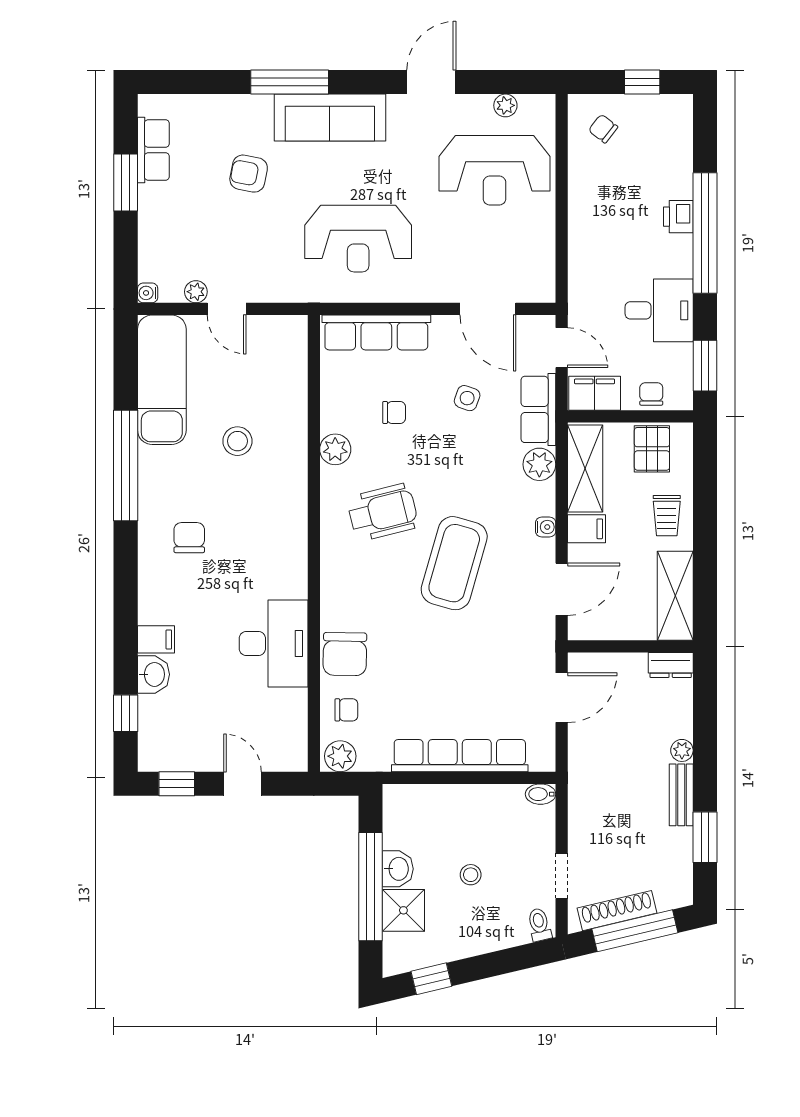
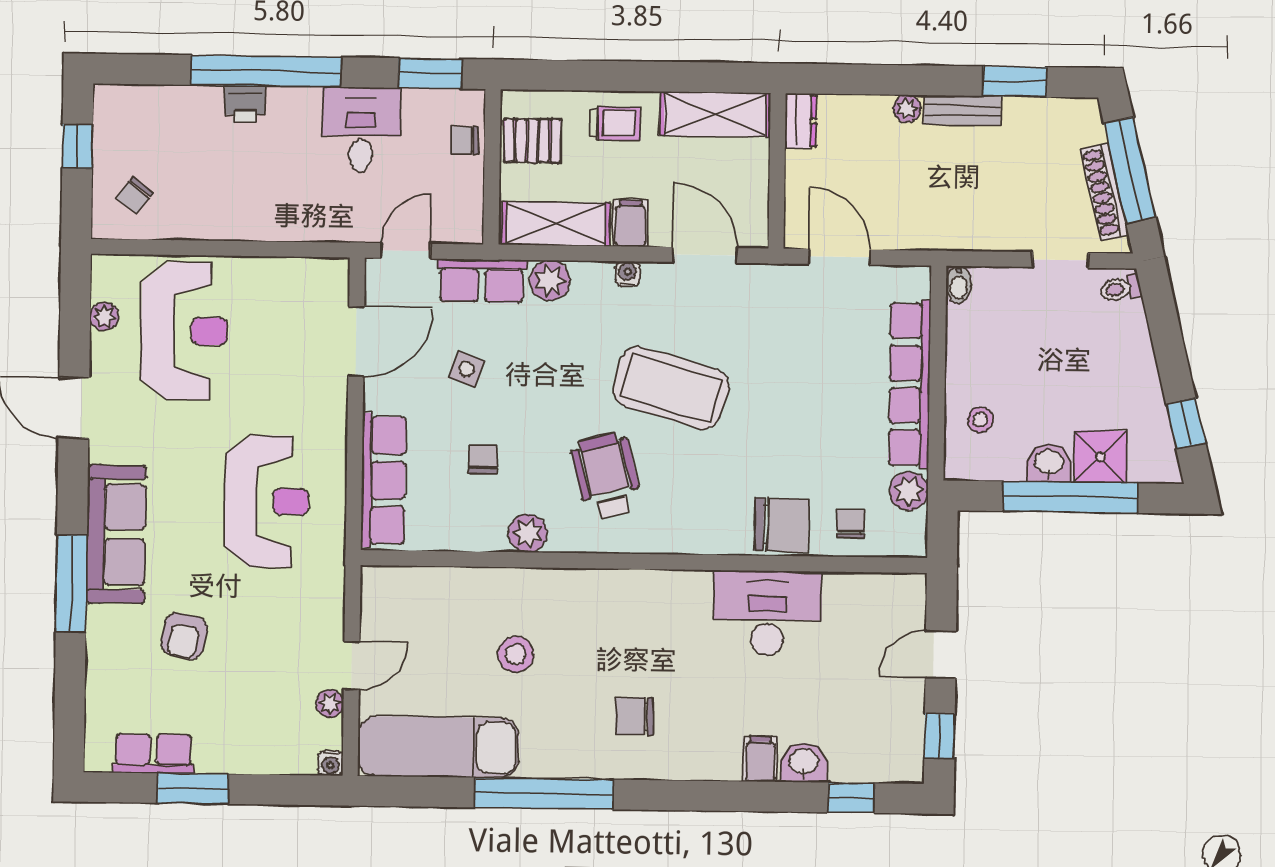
filing cabinet: (595, 393) -> (463, 211), removed
plant: (340, 756) -> (909, 491), moved
stool: (471, 875) -> (980, 420), moved

